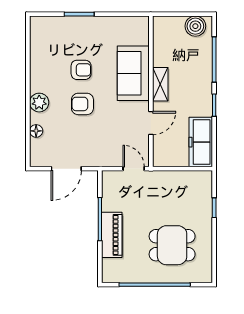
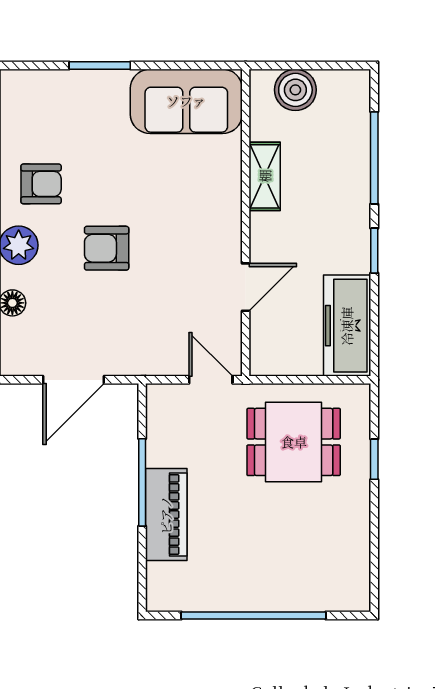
boiler: (195, 26) -> (295, 90), moved
armchair: (81, 70) -> (41, 184), moved
sofa: (133, 73) -> (186, 101), moved, turned -90
shelving: (160, 84) -> (265, 176), moved
dining table: (172, 245) -> (294, 442), moved

